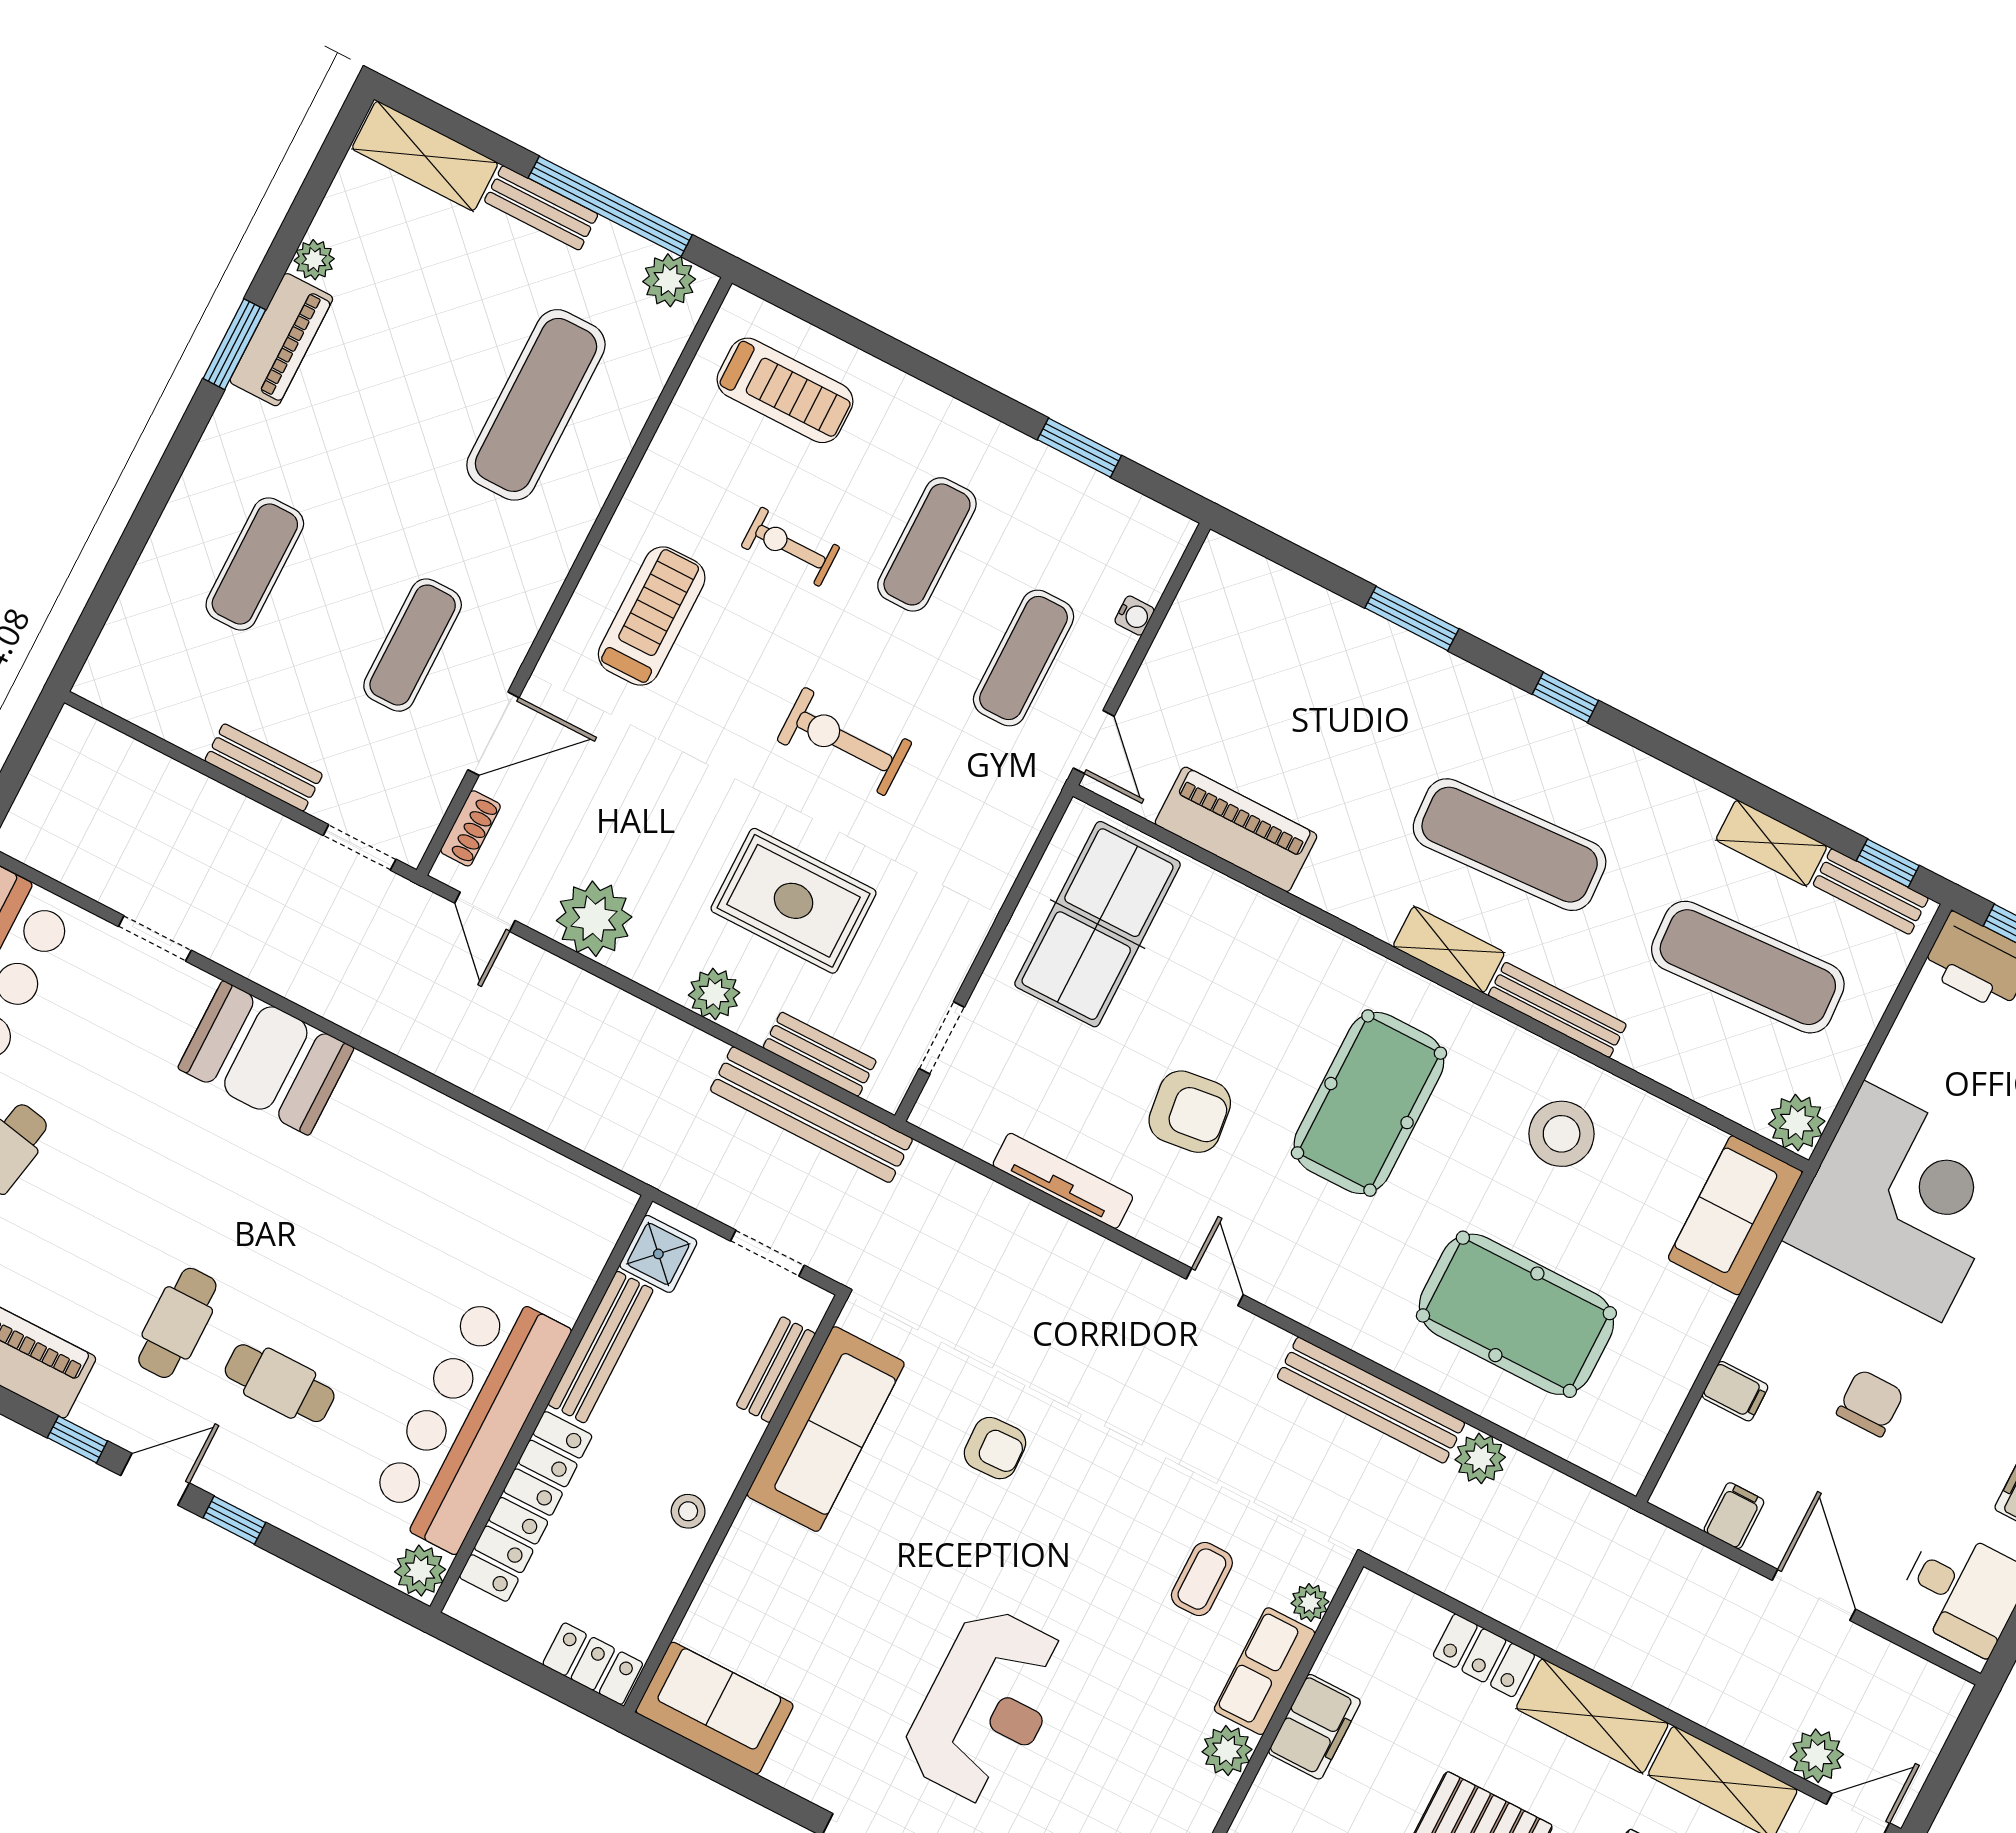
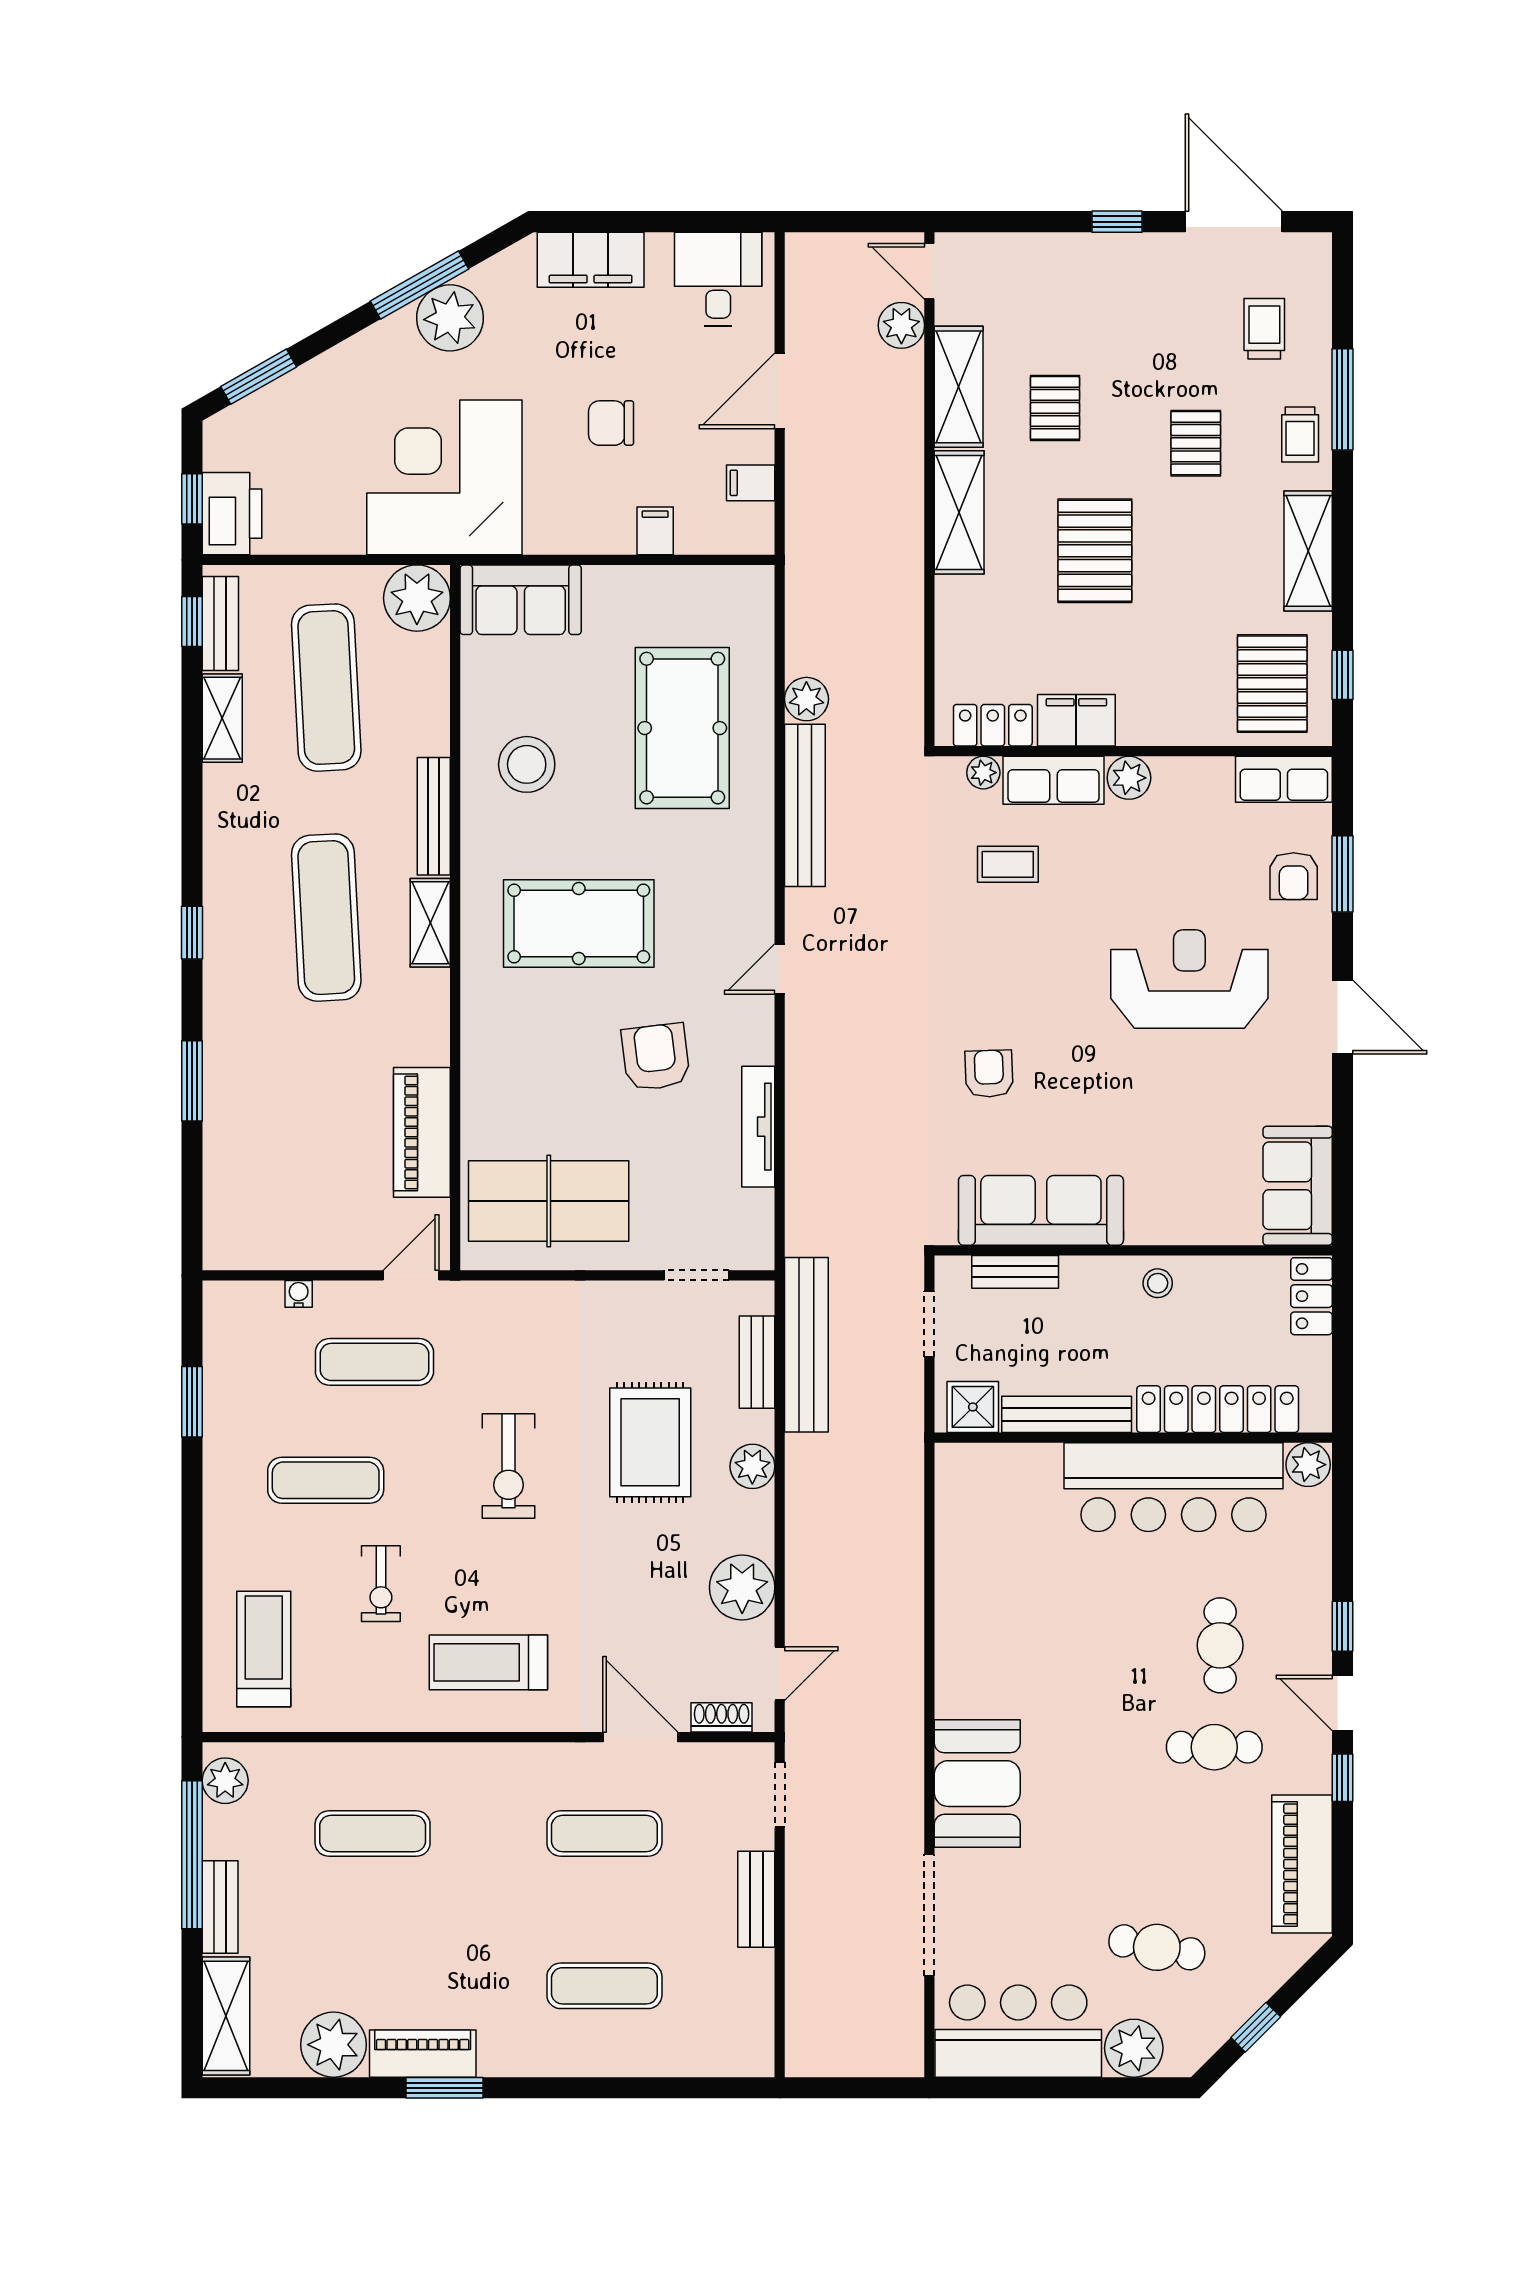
plant: (314, 260) -> (333, 2045), width x1.88, depth x1.88
exercise mat: (536, 405) -> (373, 1834), width x0.73, depth x0.69
doorway: (155, 938) -> (929, 1915), width x1.88
plant: (1797, 1123) -> (417, 598), width x1.36, depth x1.36
locker: (1484, 1655) -> (993, 725), moved, turned -90

